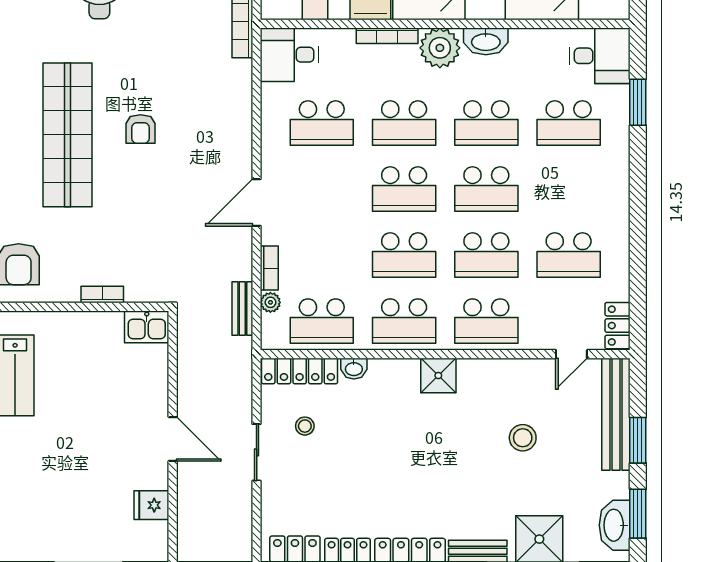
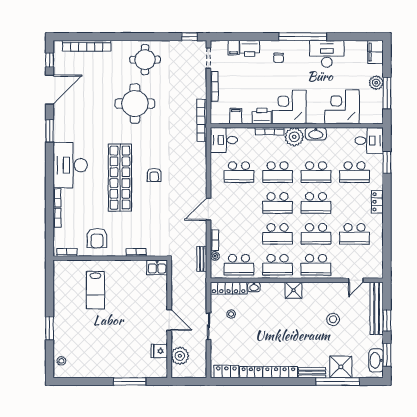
locker: (618, 326) -> (377, 202), moved
plant: (195, 516) -> (180, 356), added

